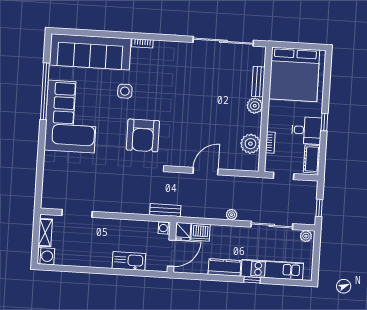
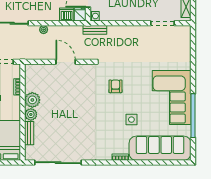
armchair: (143, 135) -> (115, 86), width x0.53, depth x0.53
plant: (250, 144) -> (32, 100), moved
door: (206, 171) -> (66, 62), swing flipped

